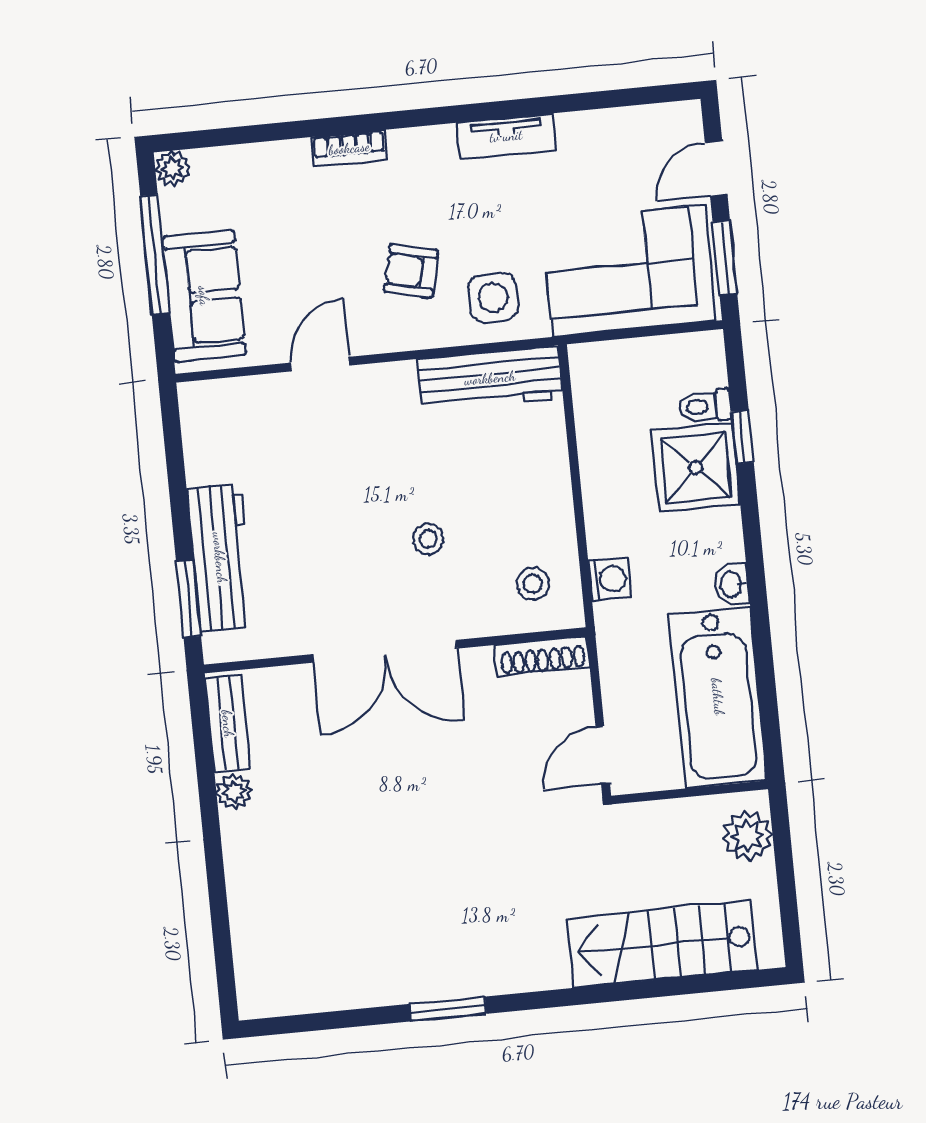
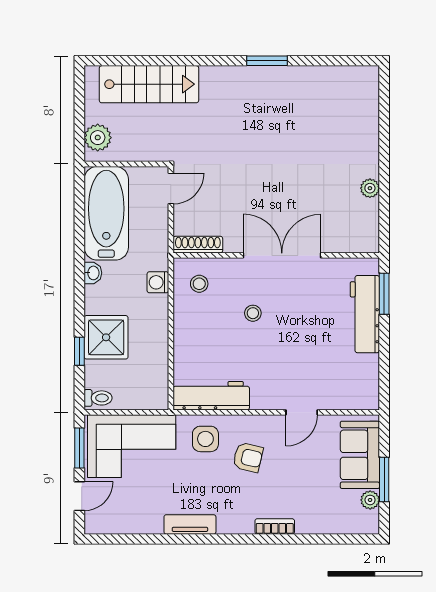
plant: (173, 168) -> (370, 500), moved
window: (155, 255) -> (384, 480), width x0.69
toilet: (705, 406) -> (98, 398), moved
bench: (228, 724) -> (370, 225), removed

